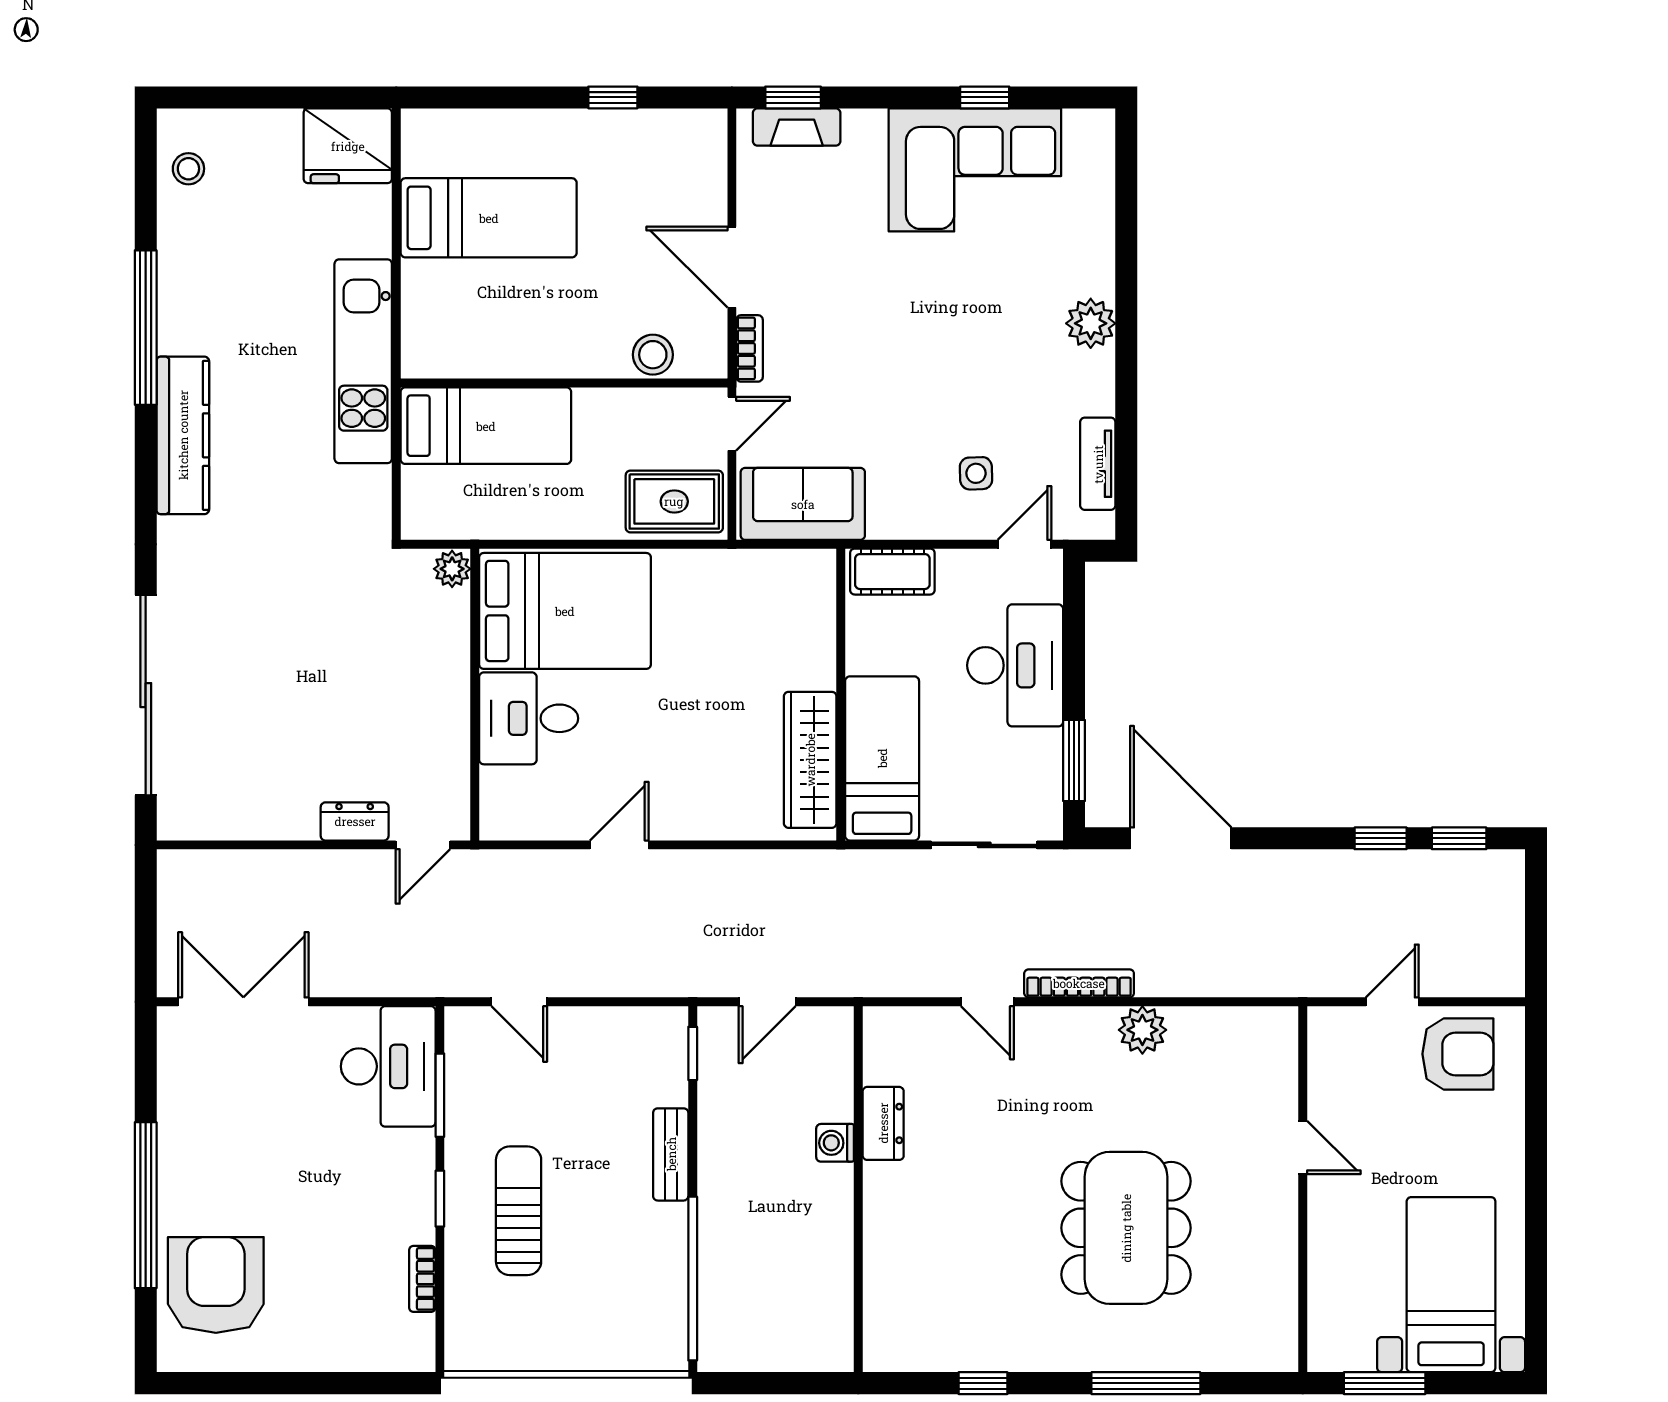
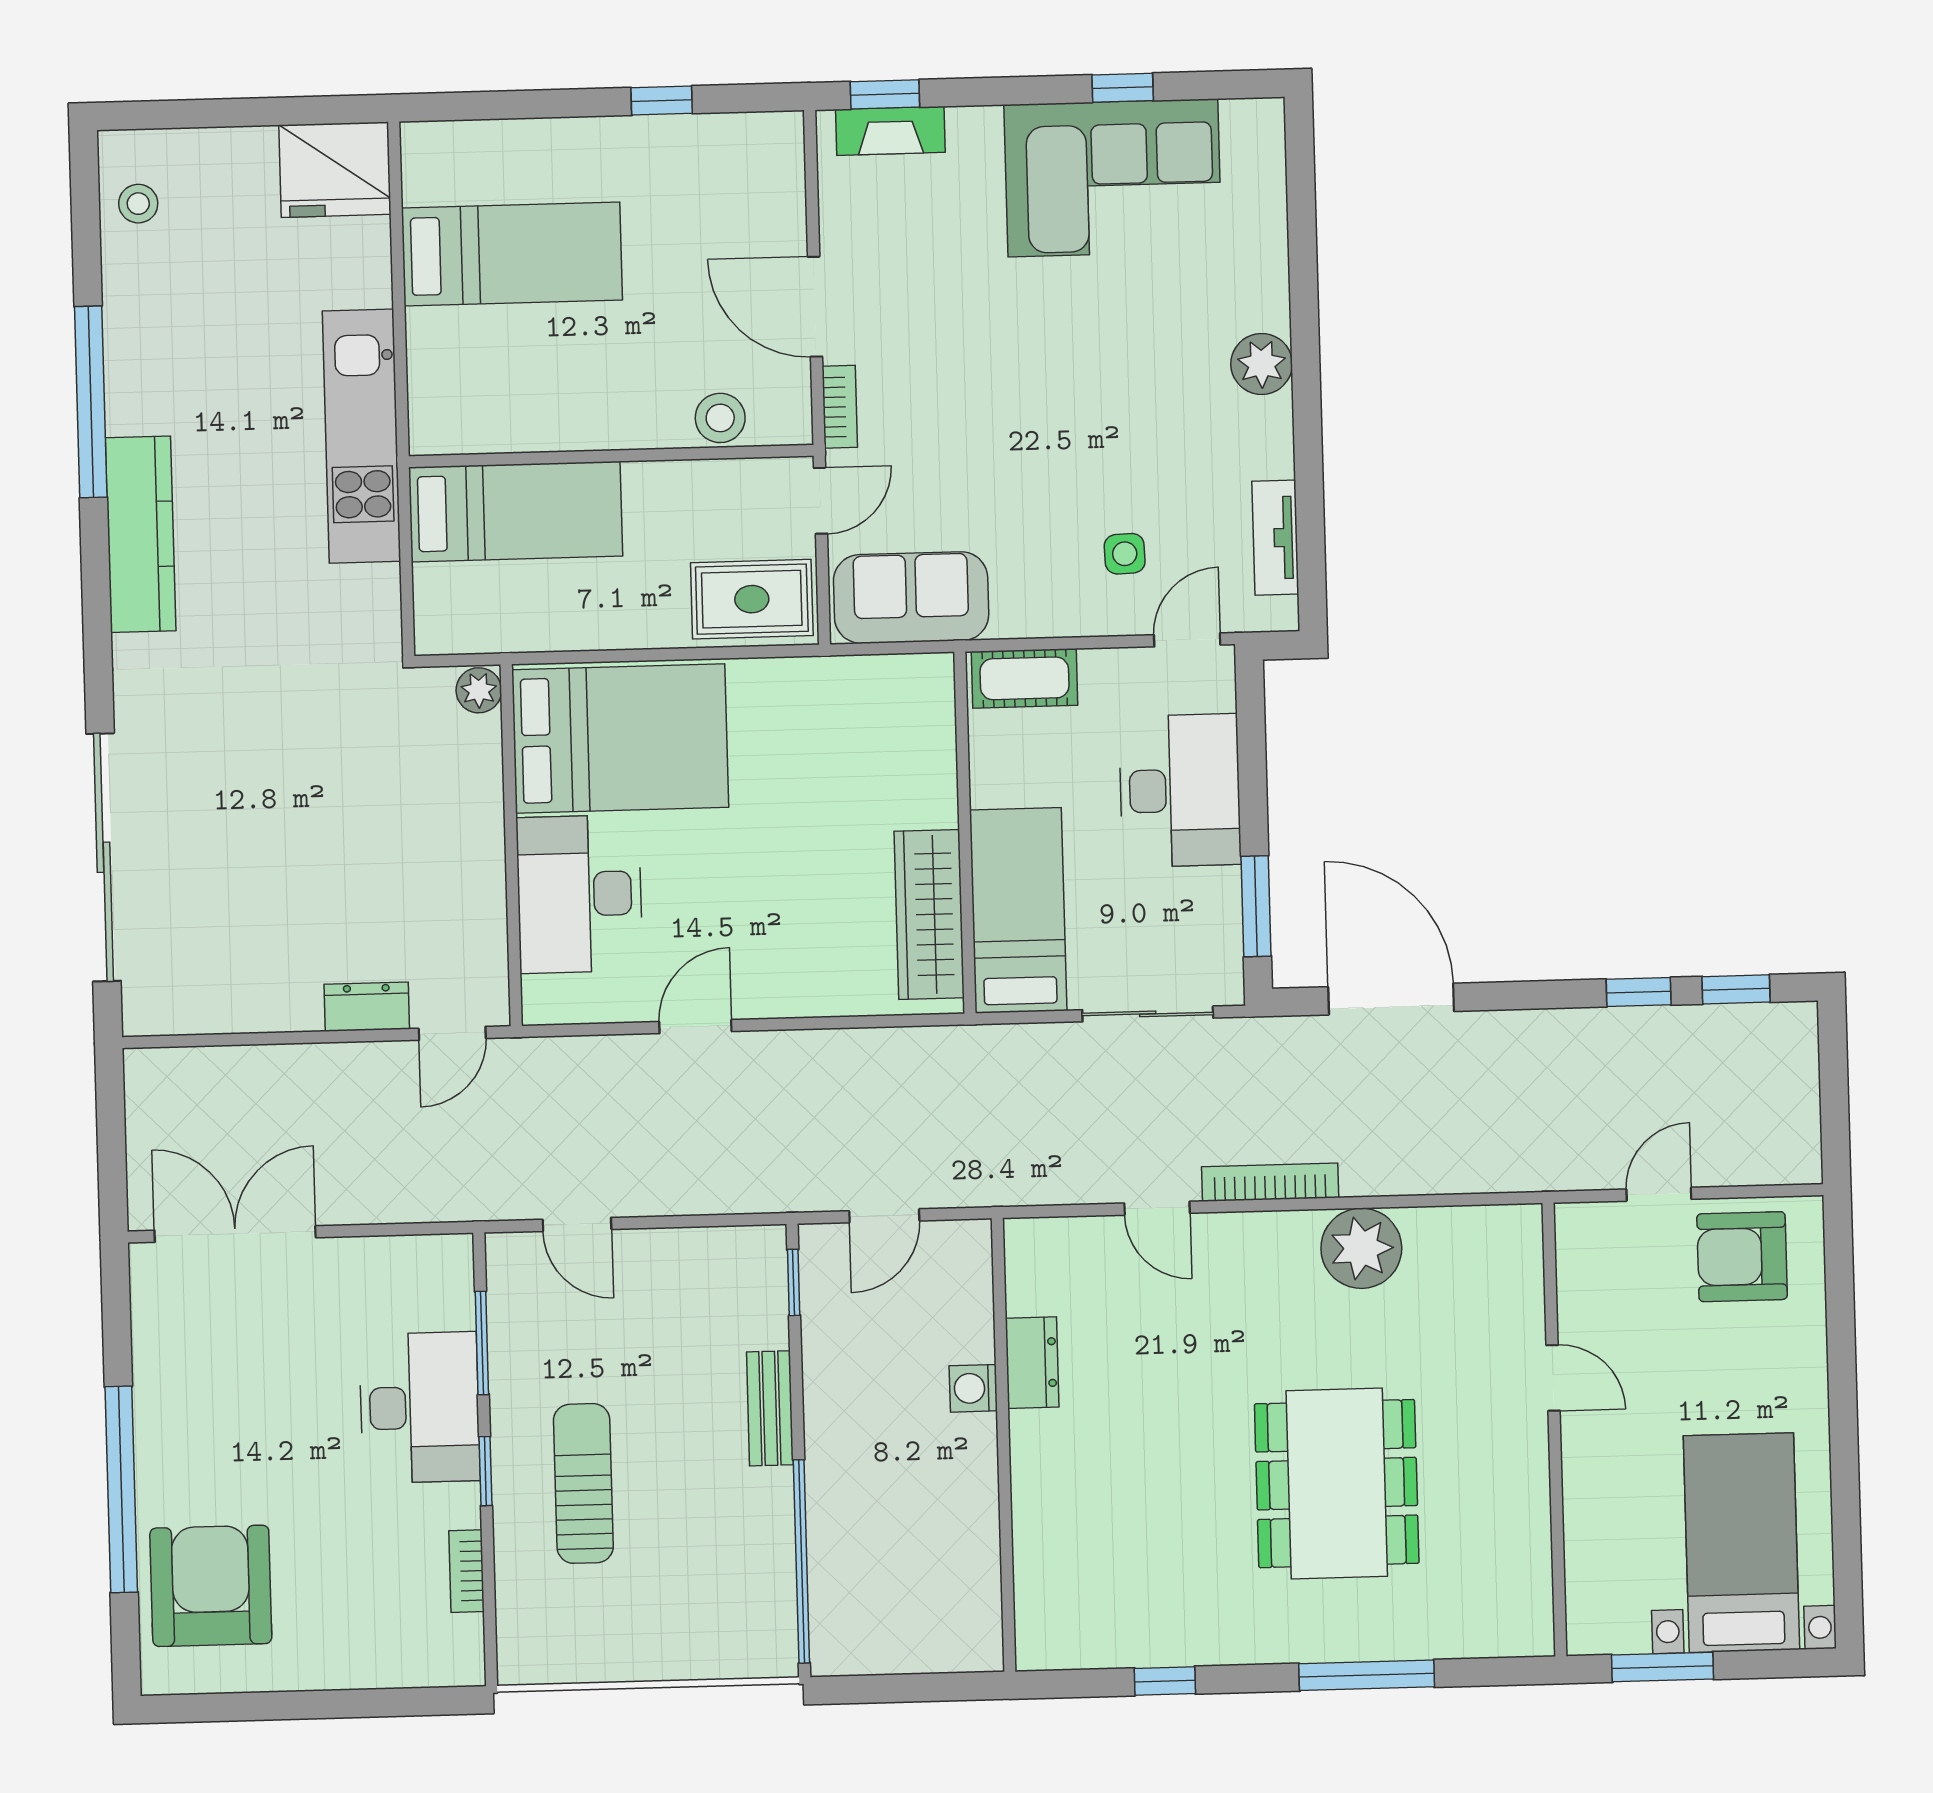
desk: (529, 718) -> (579, 894), width x1.37
plant: (1142, 1030) -> (1361, 1248), width x1.36, depth x1.36
armchair: (1458, 1054) -> (1742, 1257), turned 180
desk: (388, 1066) -> (420, 1408), moved

